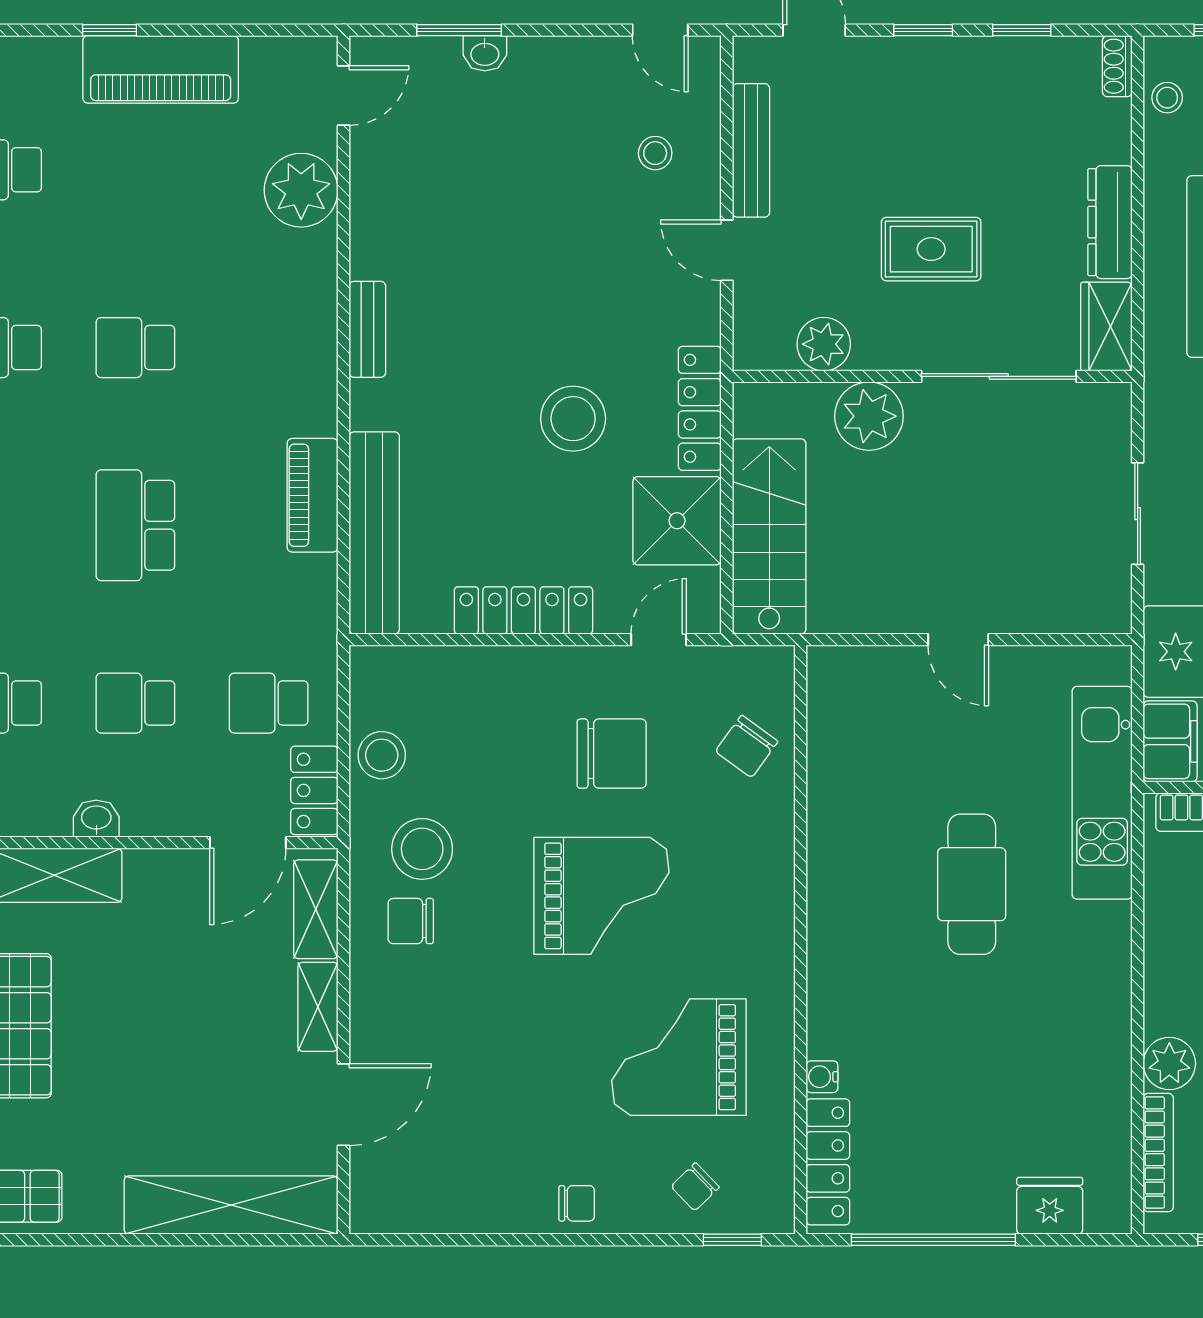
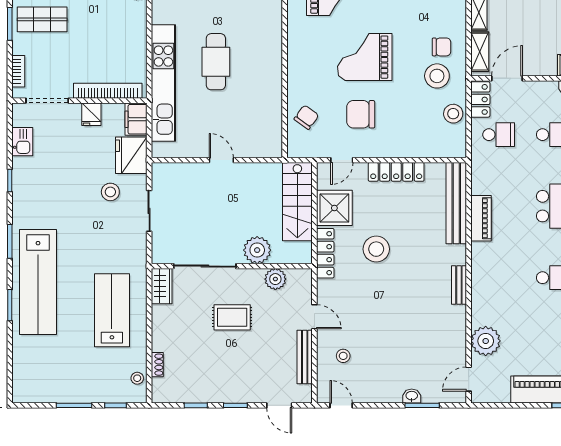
shoe rack: (1117, 66) -> (157, 365), moved
dresser: (1110, 222) -> (160, 328), removed
kitchen unit: (1102, 793) -> (163, 83), width x1.36

